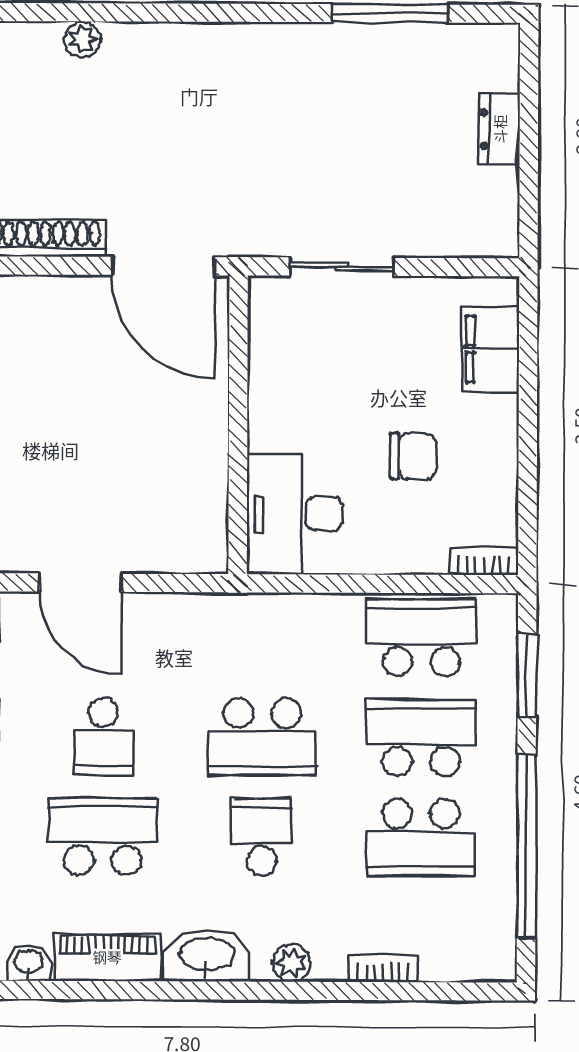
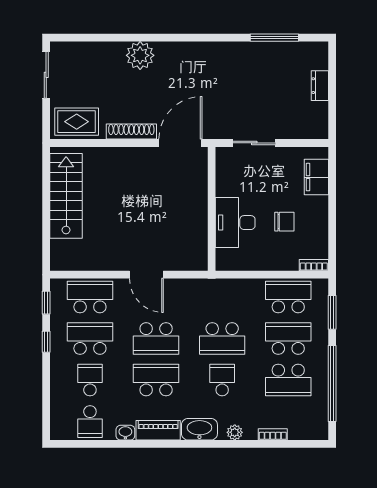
plant: (83, 39) -> (140, 55), width x1.88, depth x1.88
door: (164, 266) -> (180, 143), swing flipped
desk: (294, 514) -> (235, 223), moved
school desk: (103, 737) -> (156, 339), width x1.85

